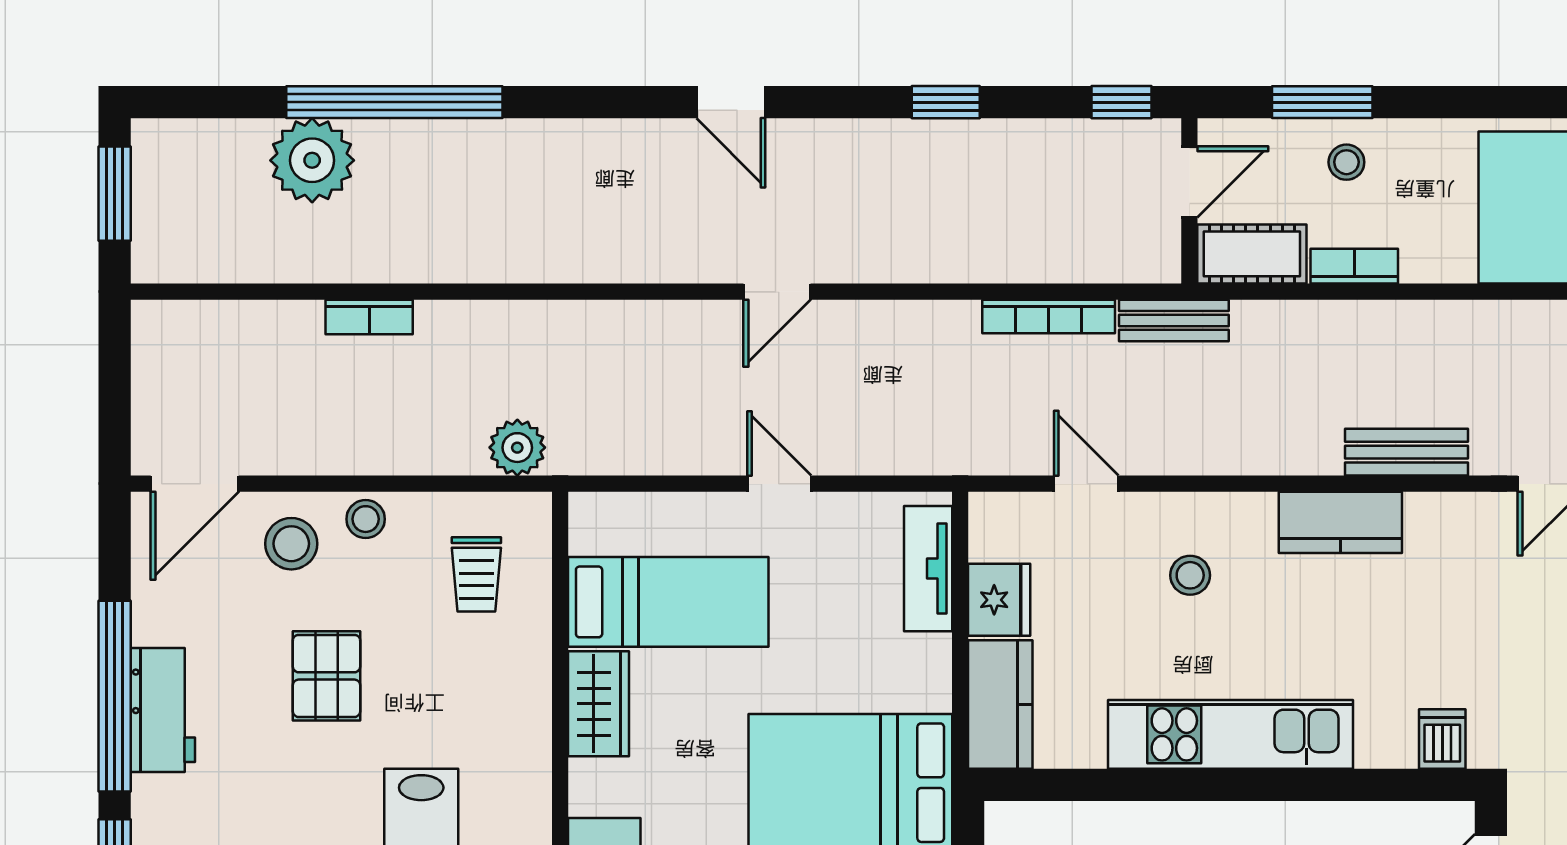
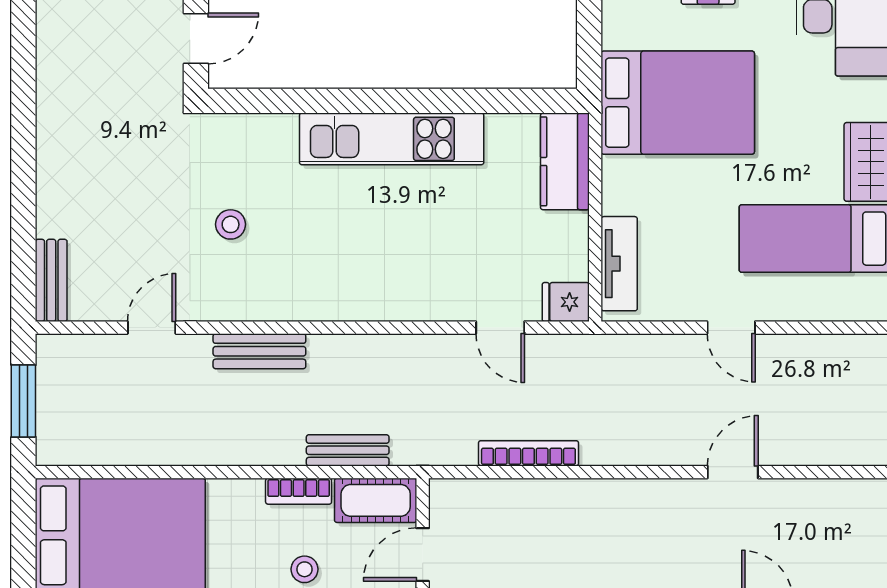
bench: (1174, 320) -> (348, 450), moved
kitchen counter: (1340, 522) -> (309, 298), removed
stool: (1190, 575) -> (231, 224), moved
fridge: (999, 600) -> (566, 302), moved, width x0.72
dishwasher: (1442, 739) -> (232, 135), removed

